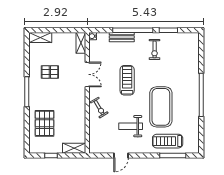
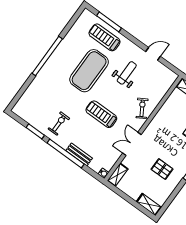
treadmill: (127, 80) -> (101, 114), turned 90
weight bench: (131, 126) -> (127, 73), turned -90
treadmill: (168, 141) -> (104, 37), turned 180

